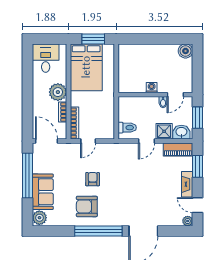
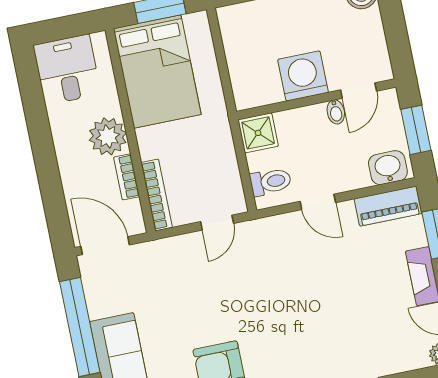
washing machine: (152, 88) -> (303, 76), width x1.89, depth x1.89
shower: (164, 131) -> (258, 133), moved
door: (88, 141) -> (217, 223), moved
door: (147, 141) -> (318, 202), hinge flipped
armchair: (93, 179) -> (220, 306), removed

